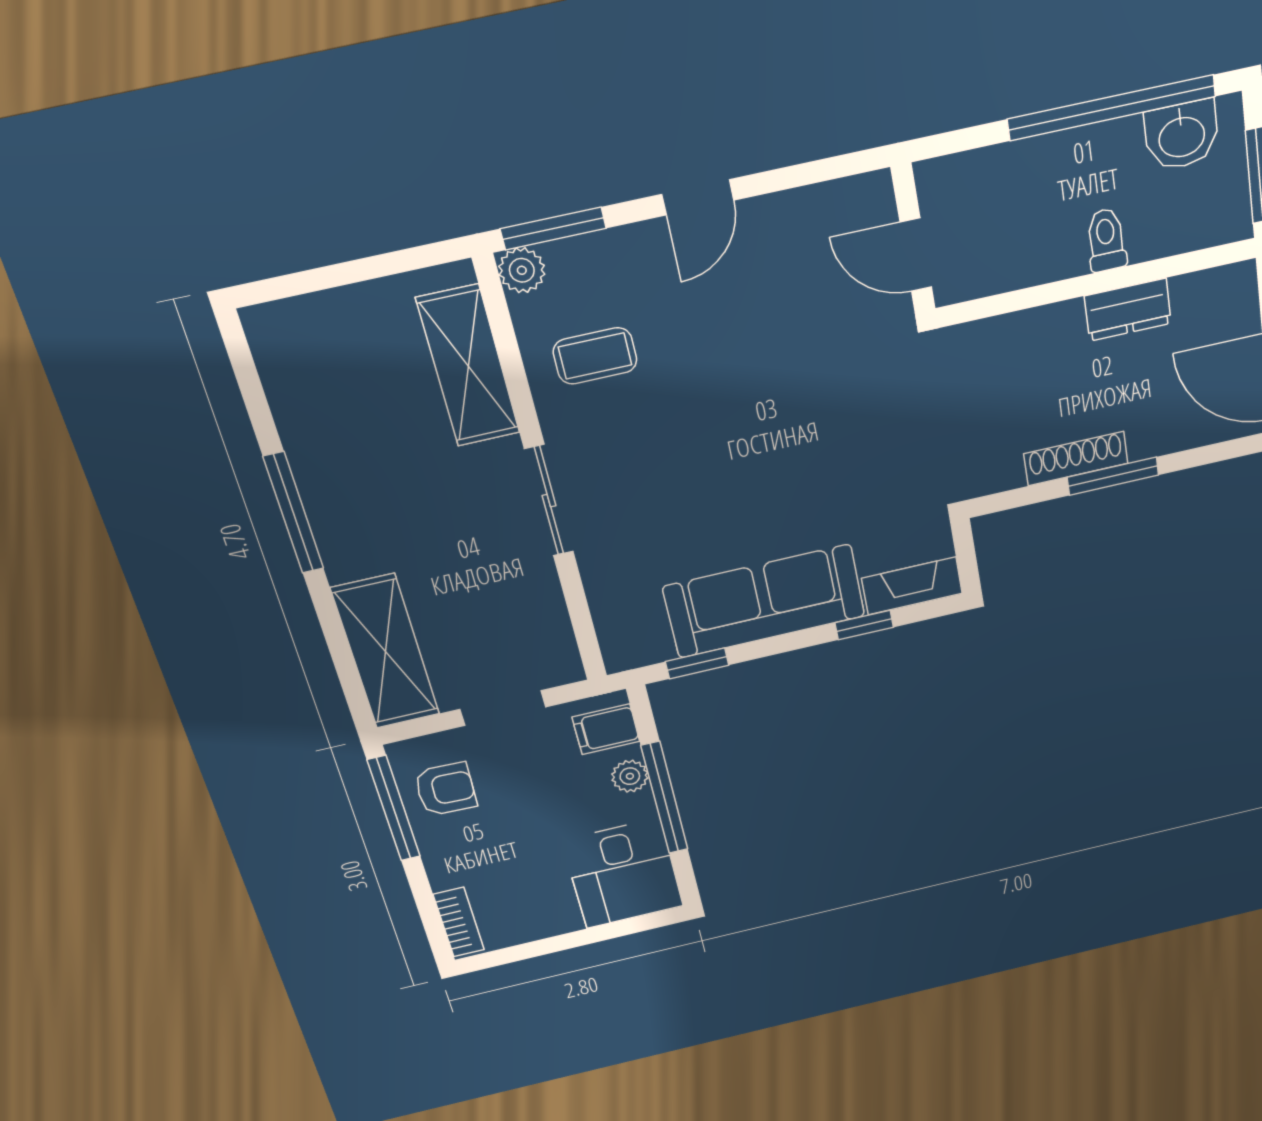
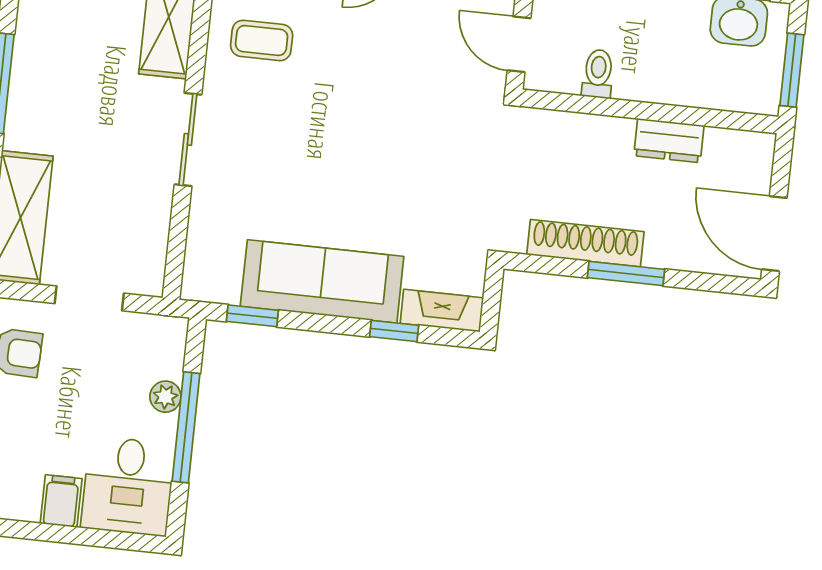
toilet: (1106, 240) -> (598, 74), moved
shoe rack: (1076, 459) -> (585, 243), width x1.36, depth x1.24
filing cabinet: (606, 729) -> (61, 501), moved, turned 90

